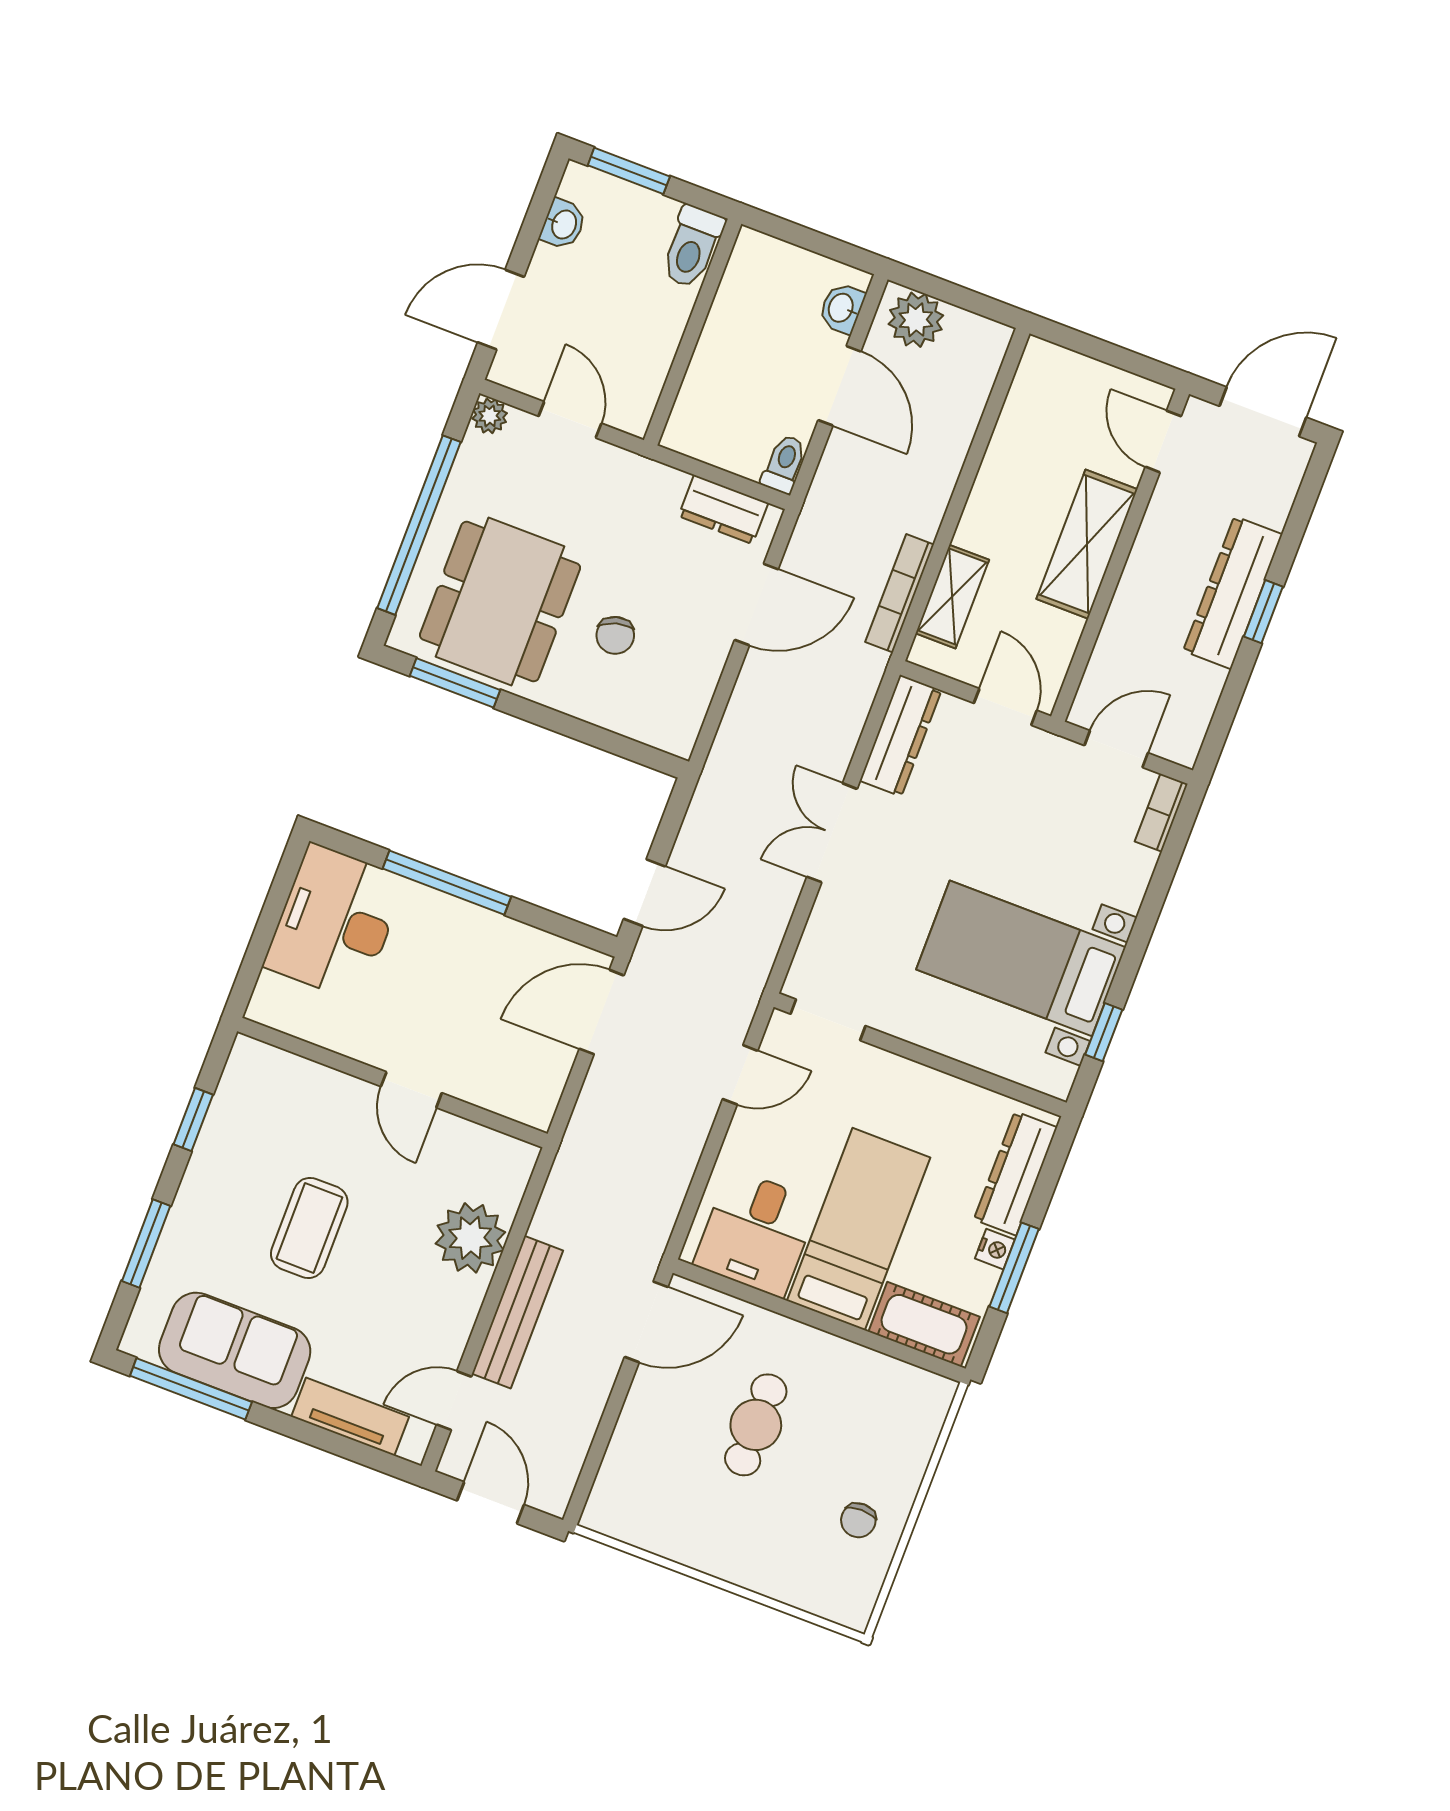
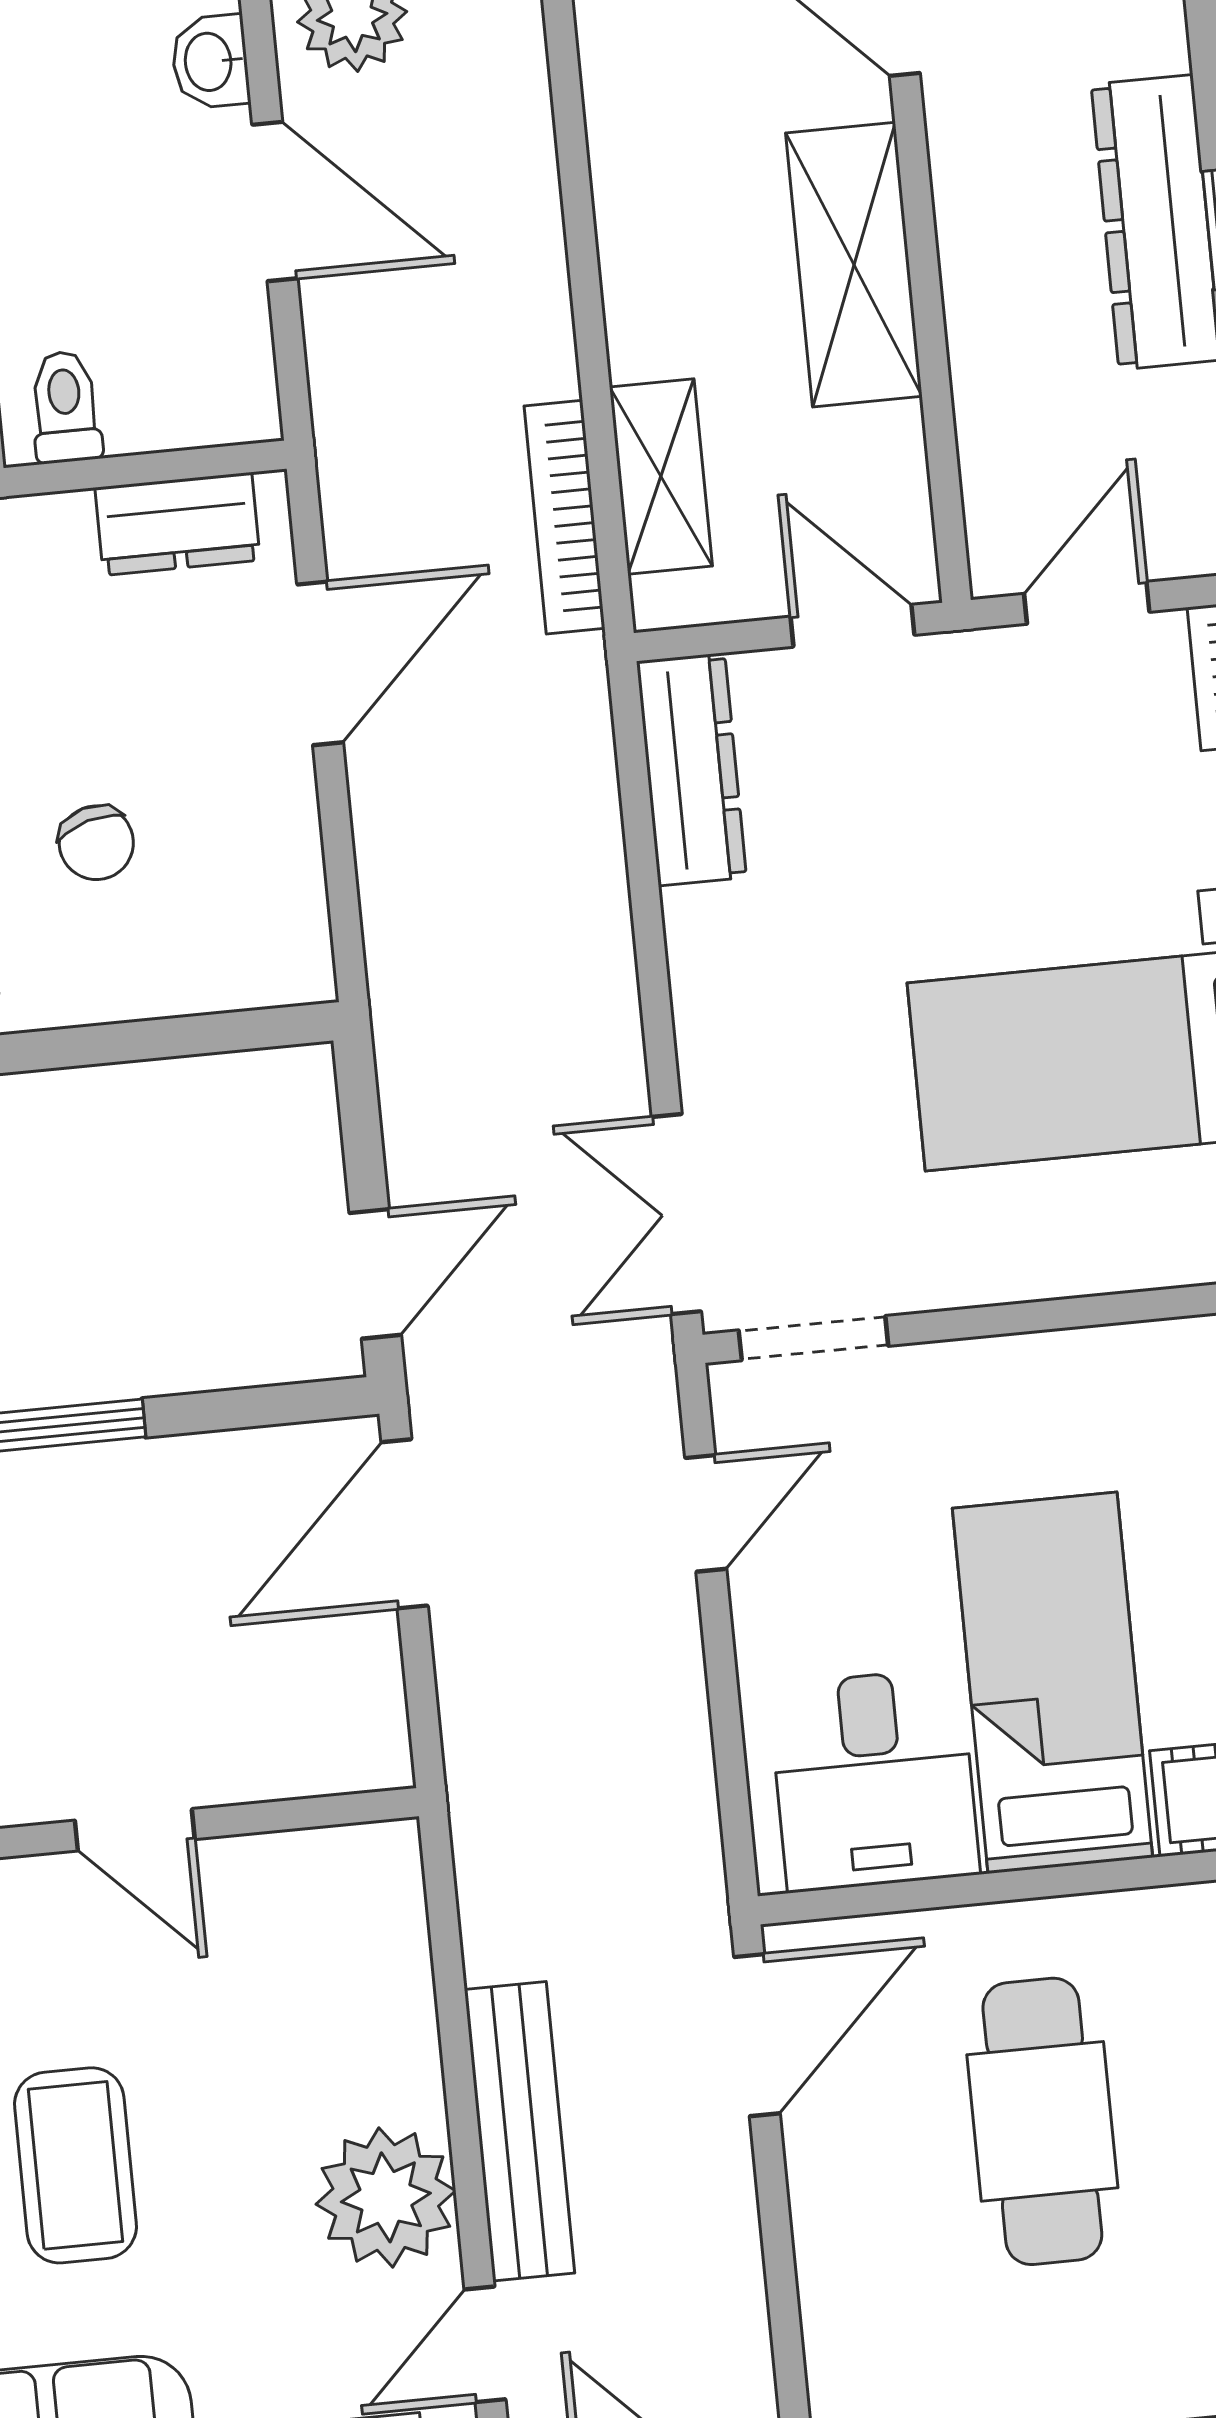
toilet: (784, 464) -> (65, 407), moved
double door: (832, 833) -> (676, 1214), moved
plant: (470, 1238) -> (386, 2197), moved
cafe table: (756, 1425) -> (1042, 2121), width x1.37, depth x1.35

